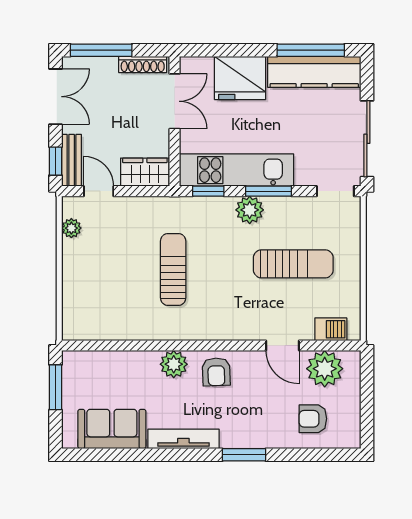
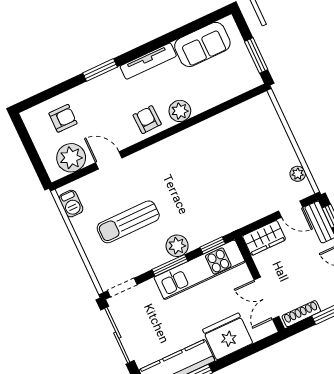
sun lounger: (173, 269) -> (212, 178), removed
barbecue: (331, 329) -> (71, 204), moved, turned -90

